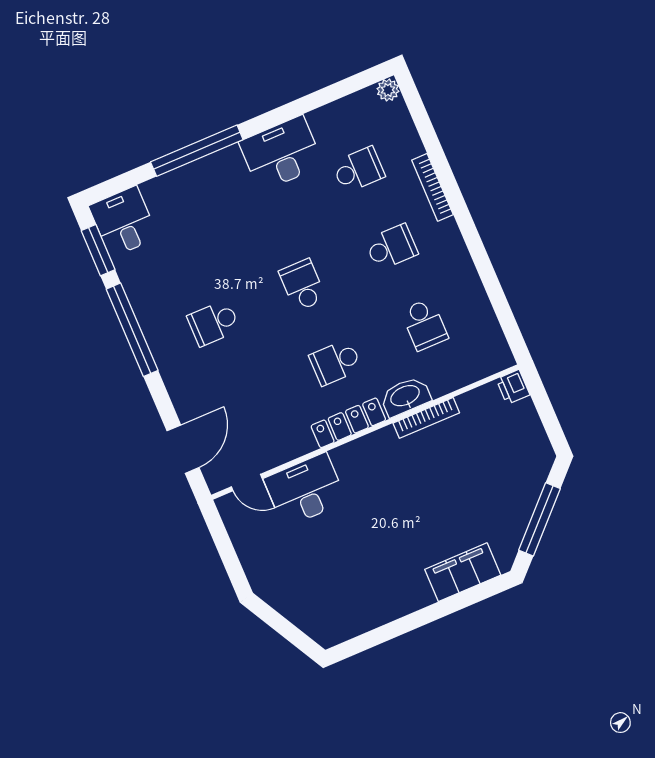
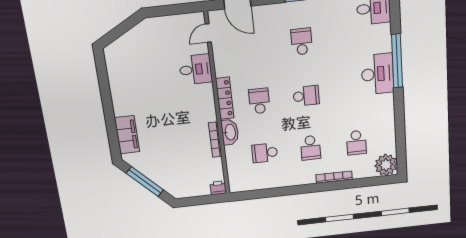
plant: (388, 90) -> (386, 165), width x1.87, depth x1.87
desk: (281, 154) -> (377, 74), moved
desk: (305, 490) -> (196, 69), width x0.73

